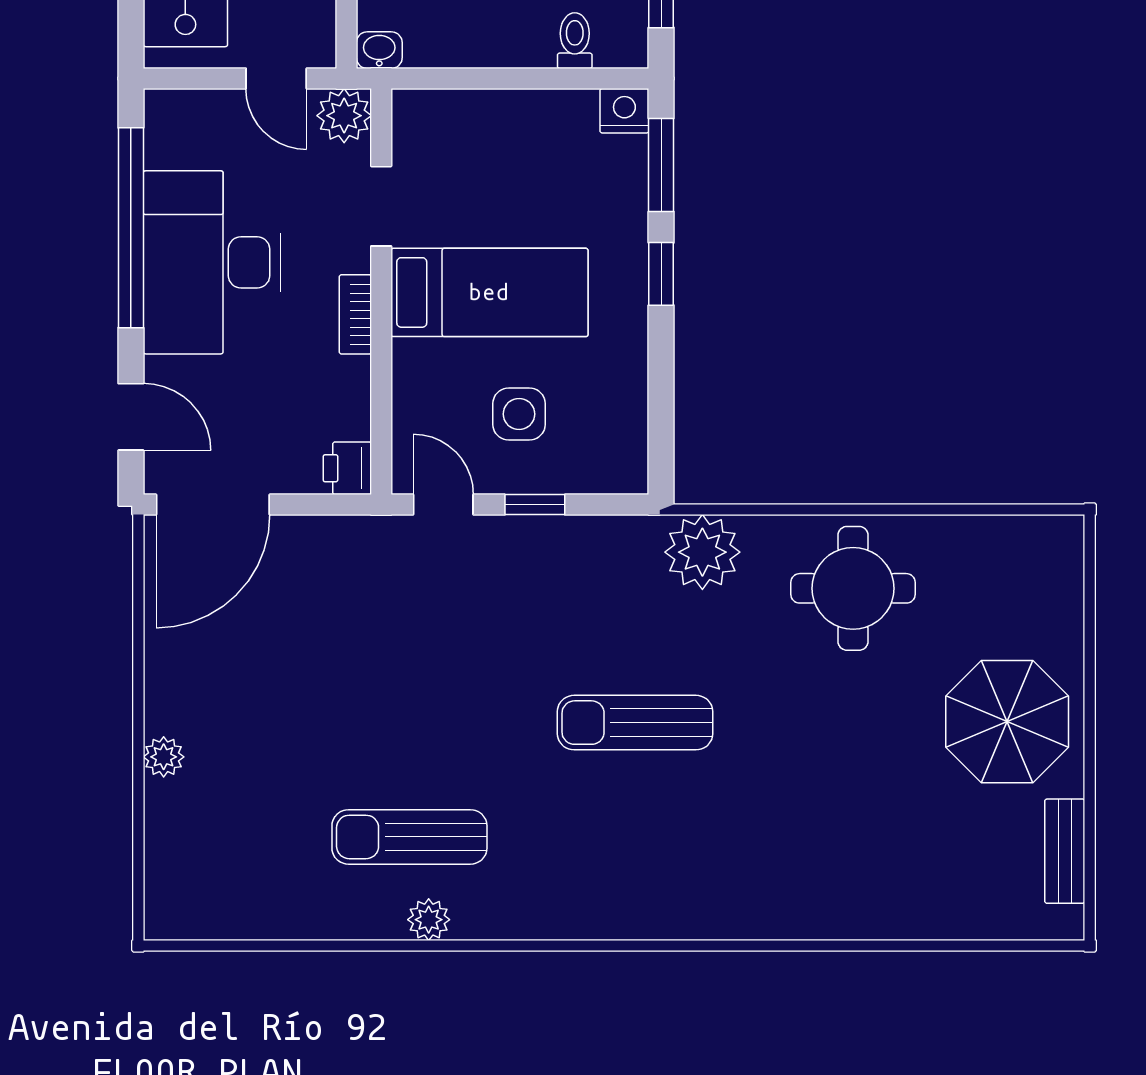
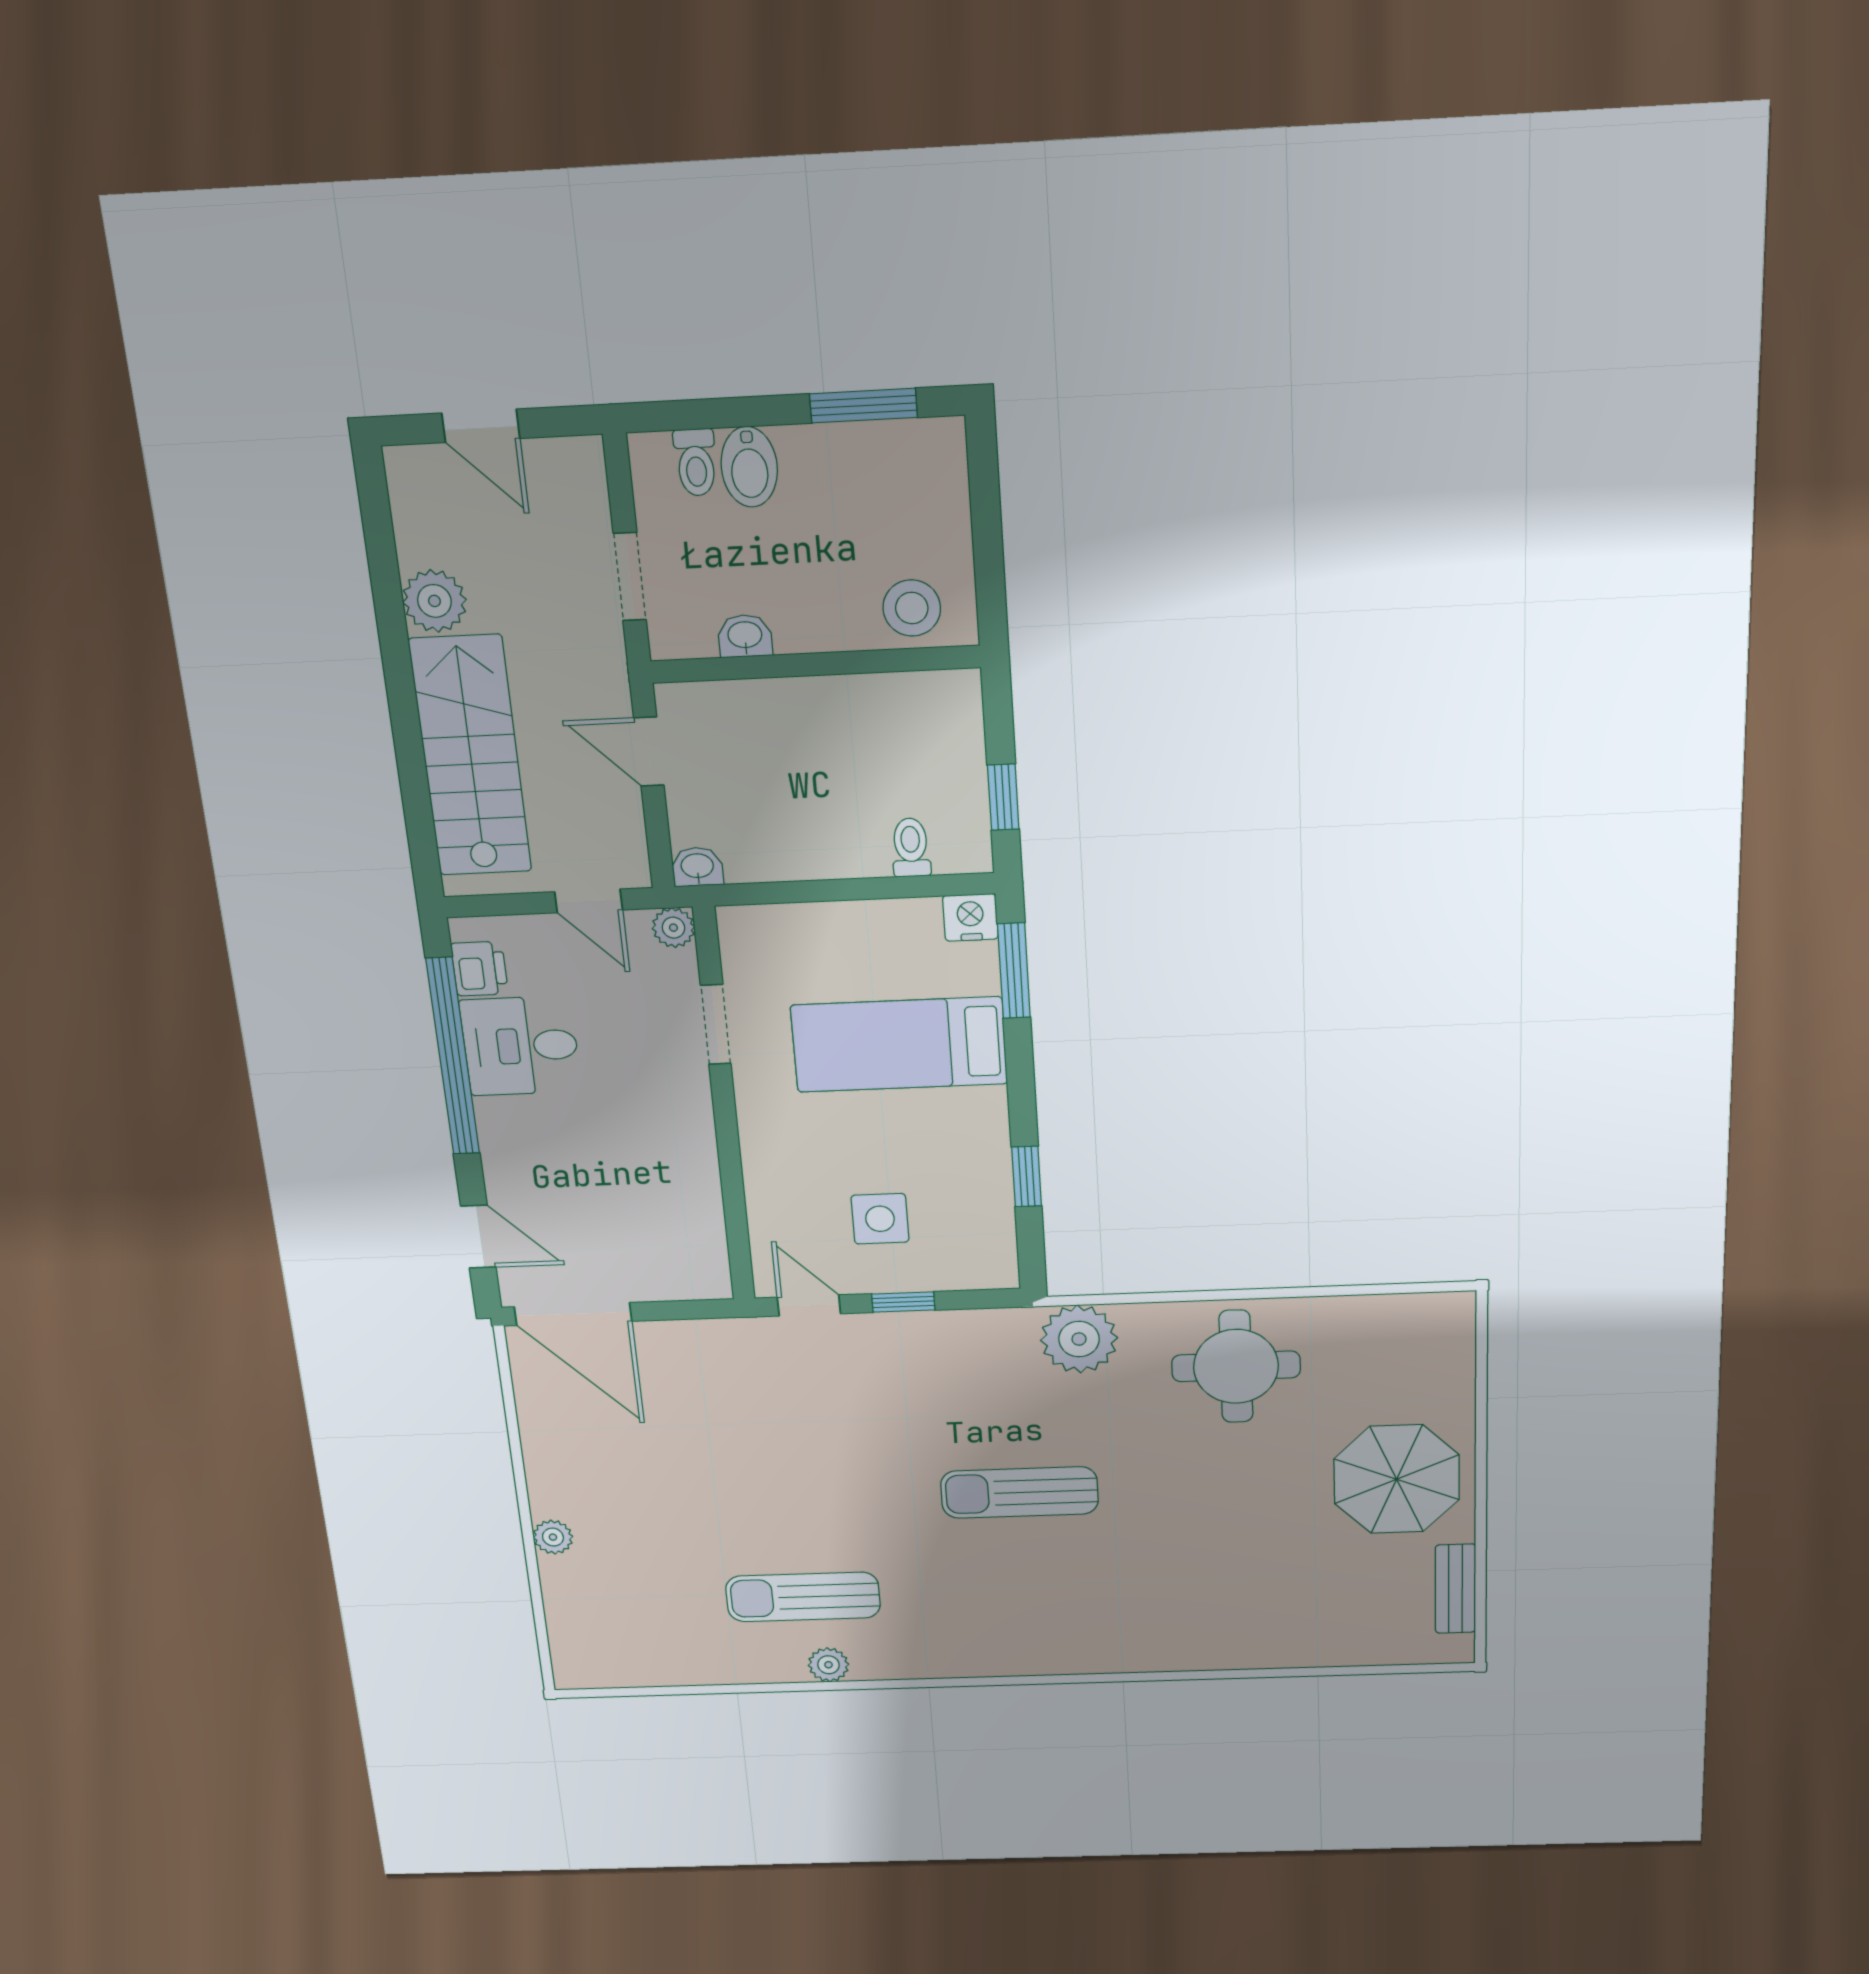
plant: (344, 116) -> (673, 928), width x0.73, depth x0.73
desk: (212, 262) -> (521, 1046), width x0.53, depth x0.77
window: (661, 274) -> (1026, 1177), moved
bed: (489, 292) -> (899, 1045), moved, turned 180
bookcase: (355, 314) -> (700, 1131), removed
printer: (347, 468) -> (479, 969), moved, turned 180
door: (213, 505) -> (573, 1314), hinge flipped

